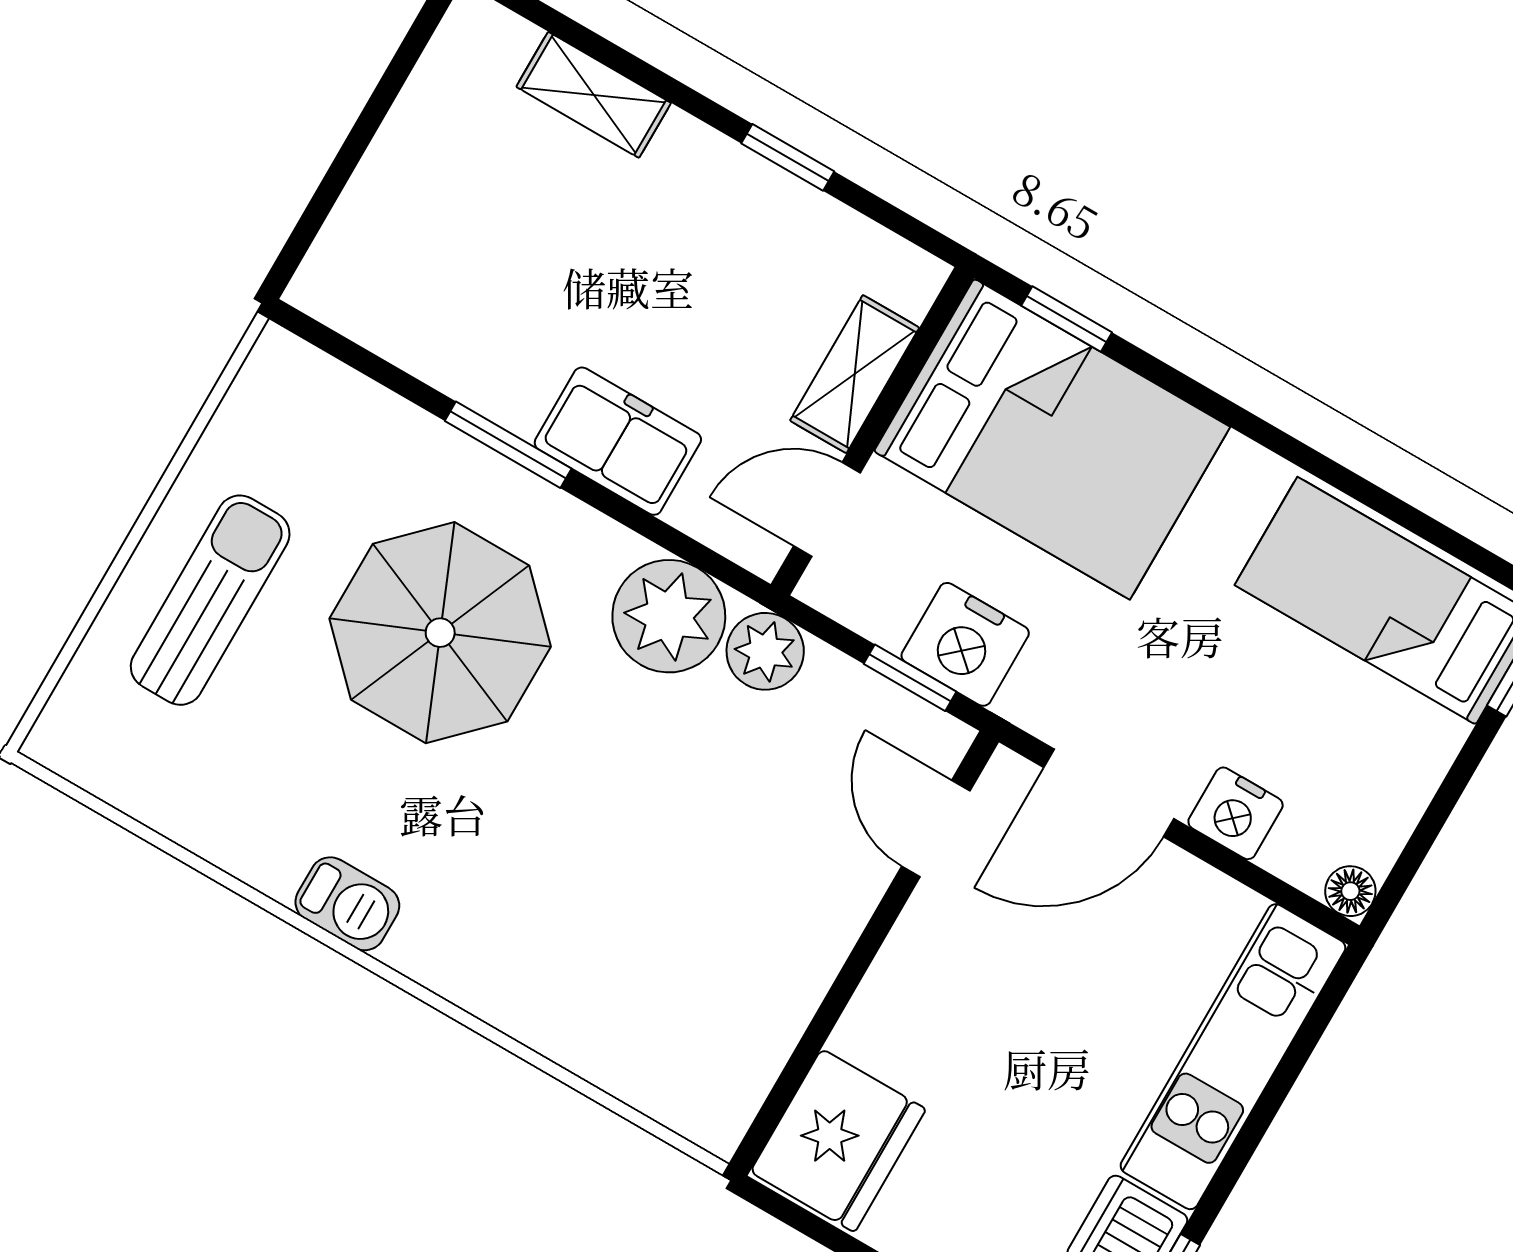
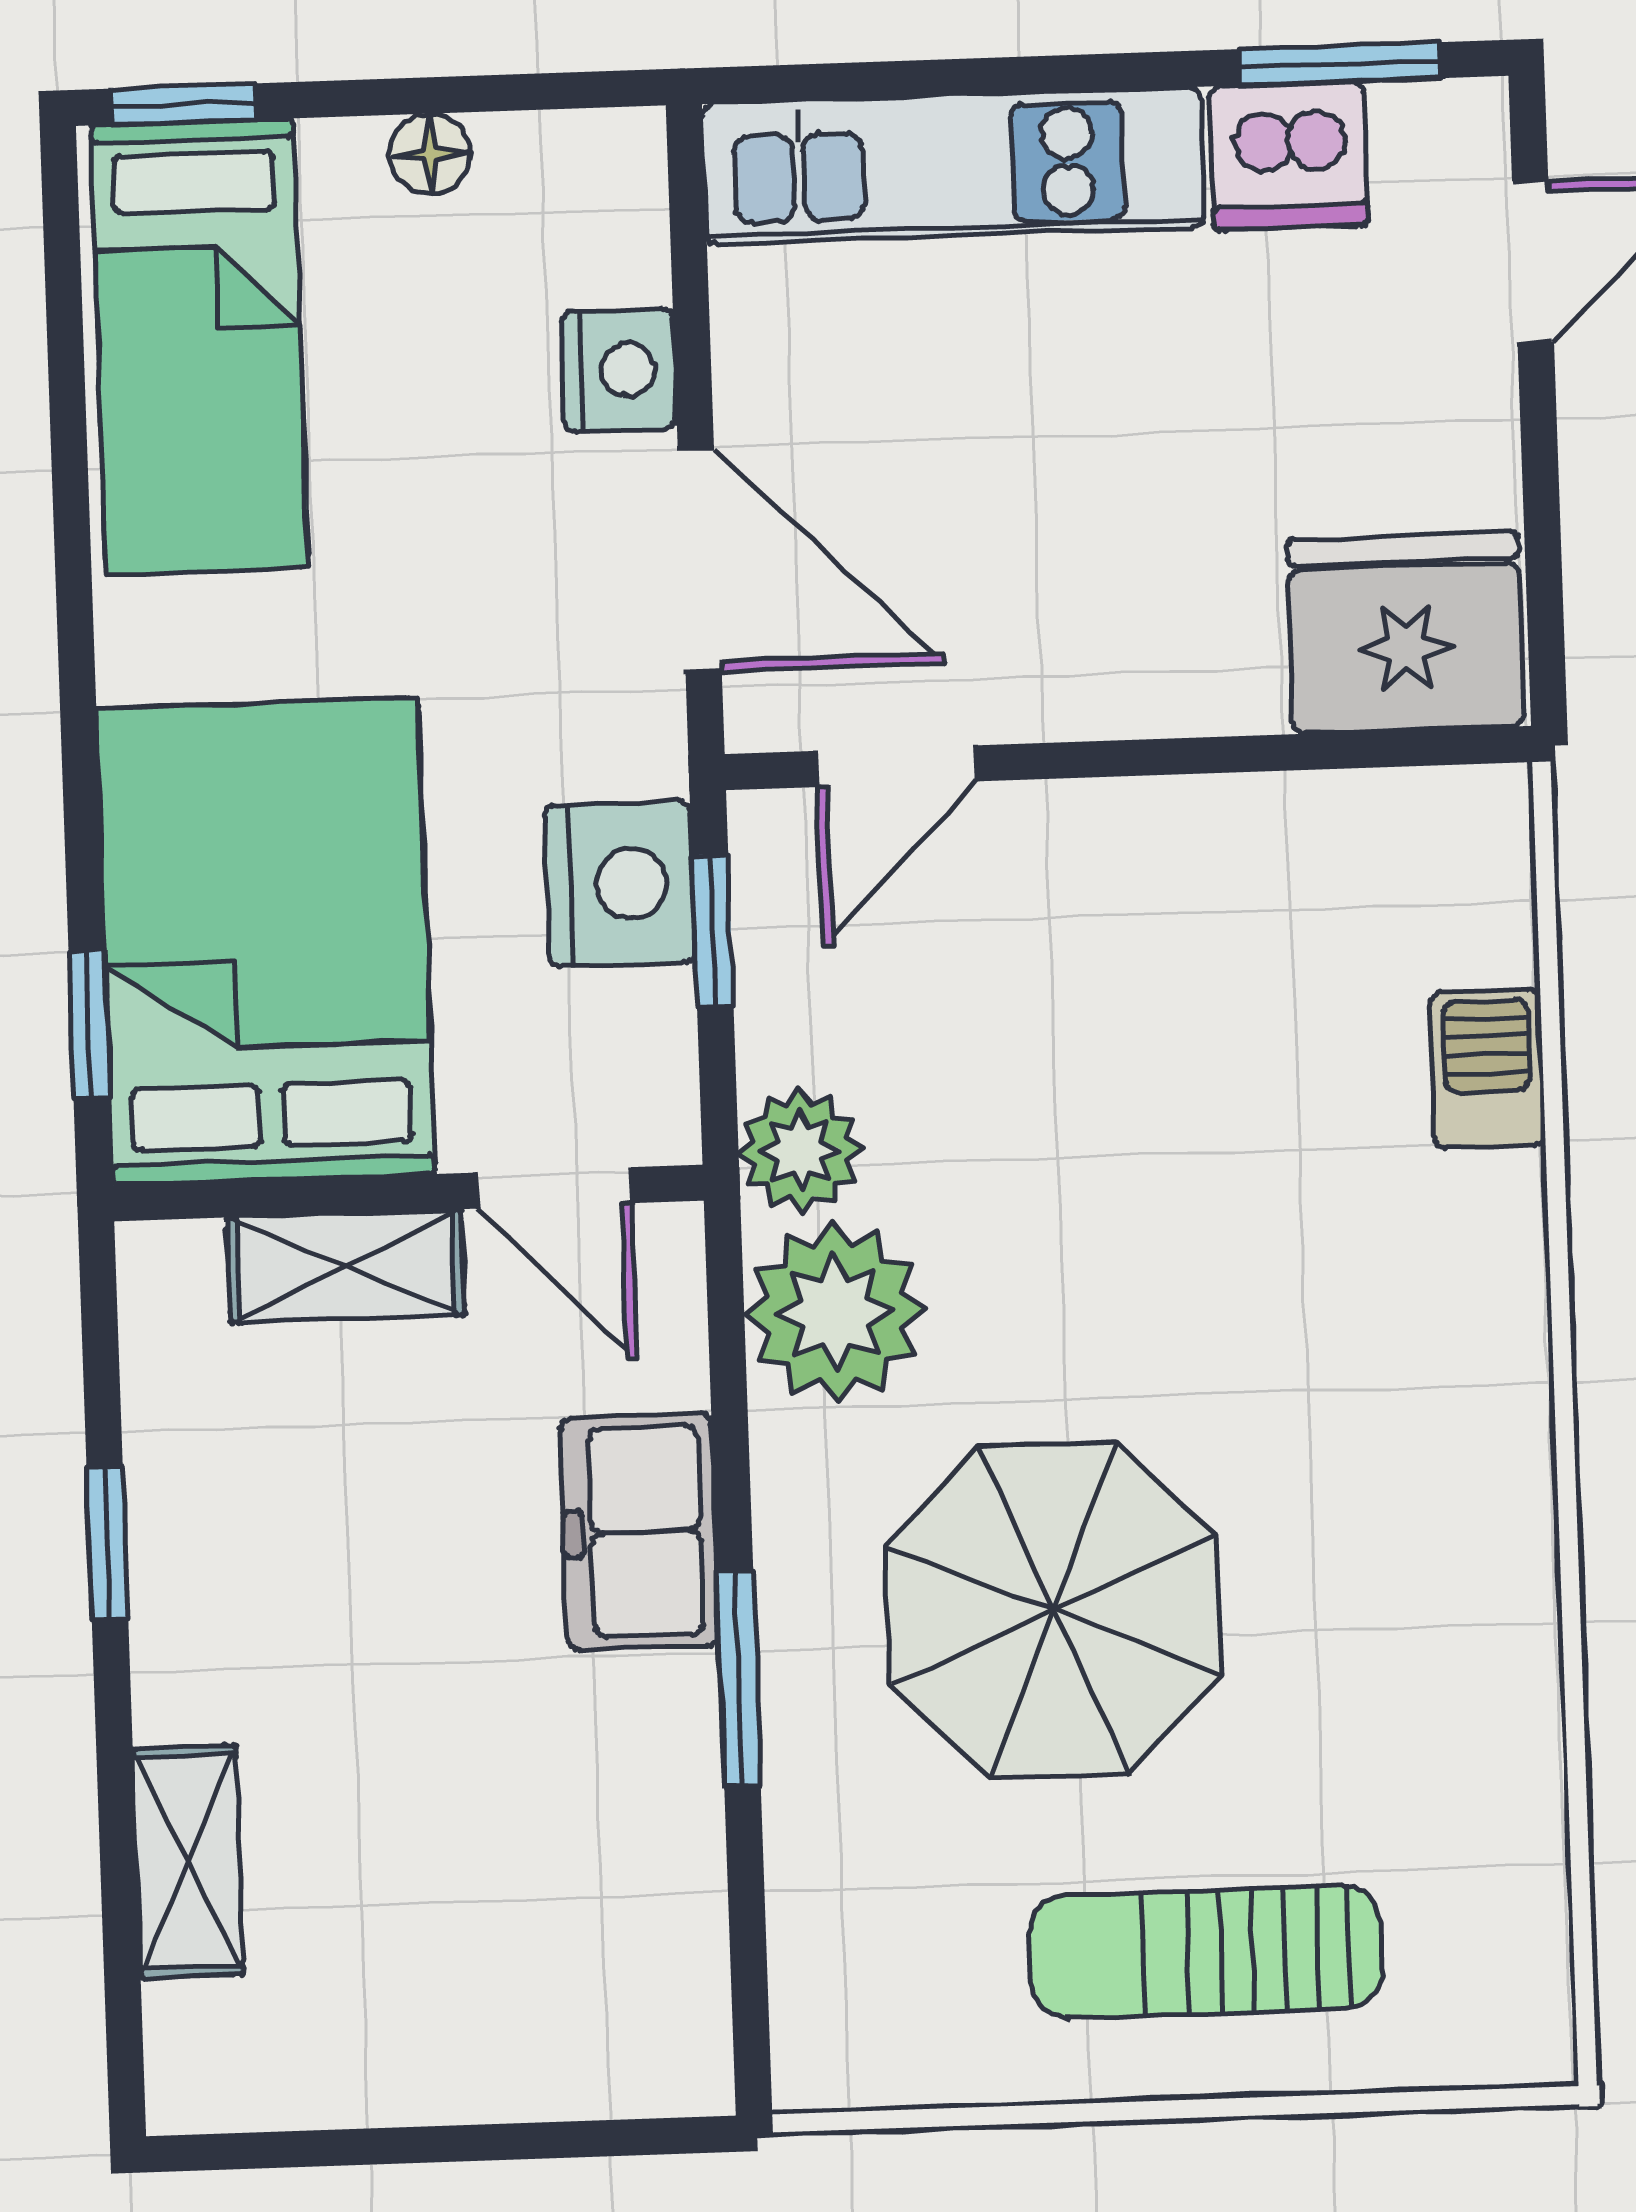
floor lamp: (1350, 891) -> (430, 154), moved
barbecue: (347, 904) -> (1487, 1069), moved

